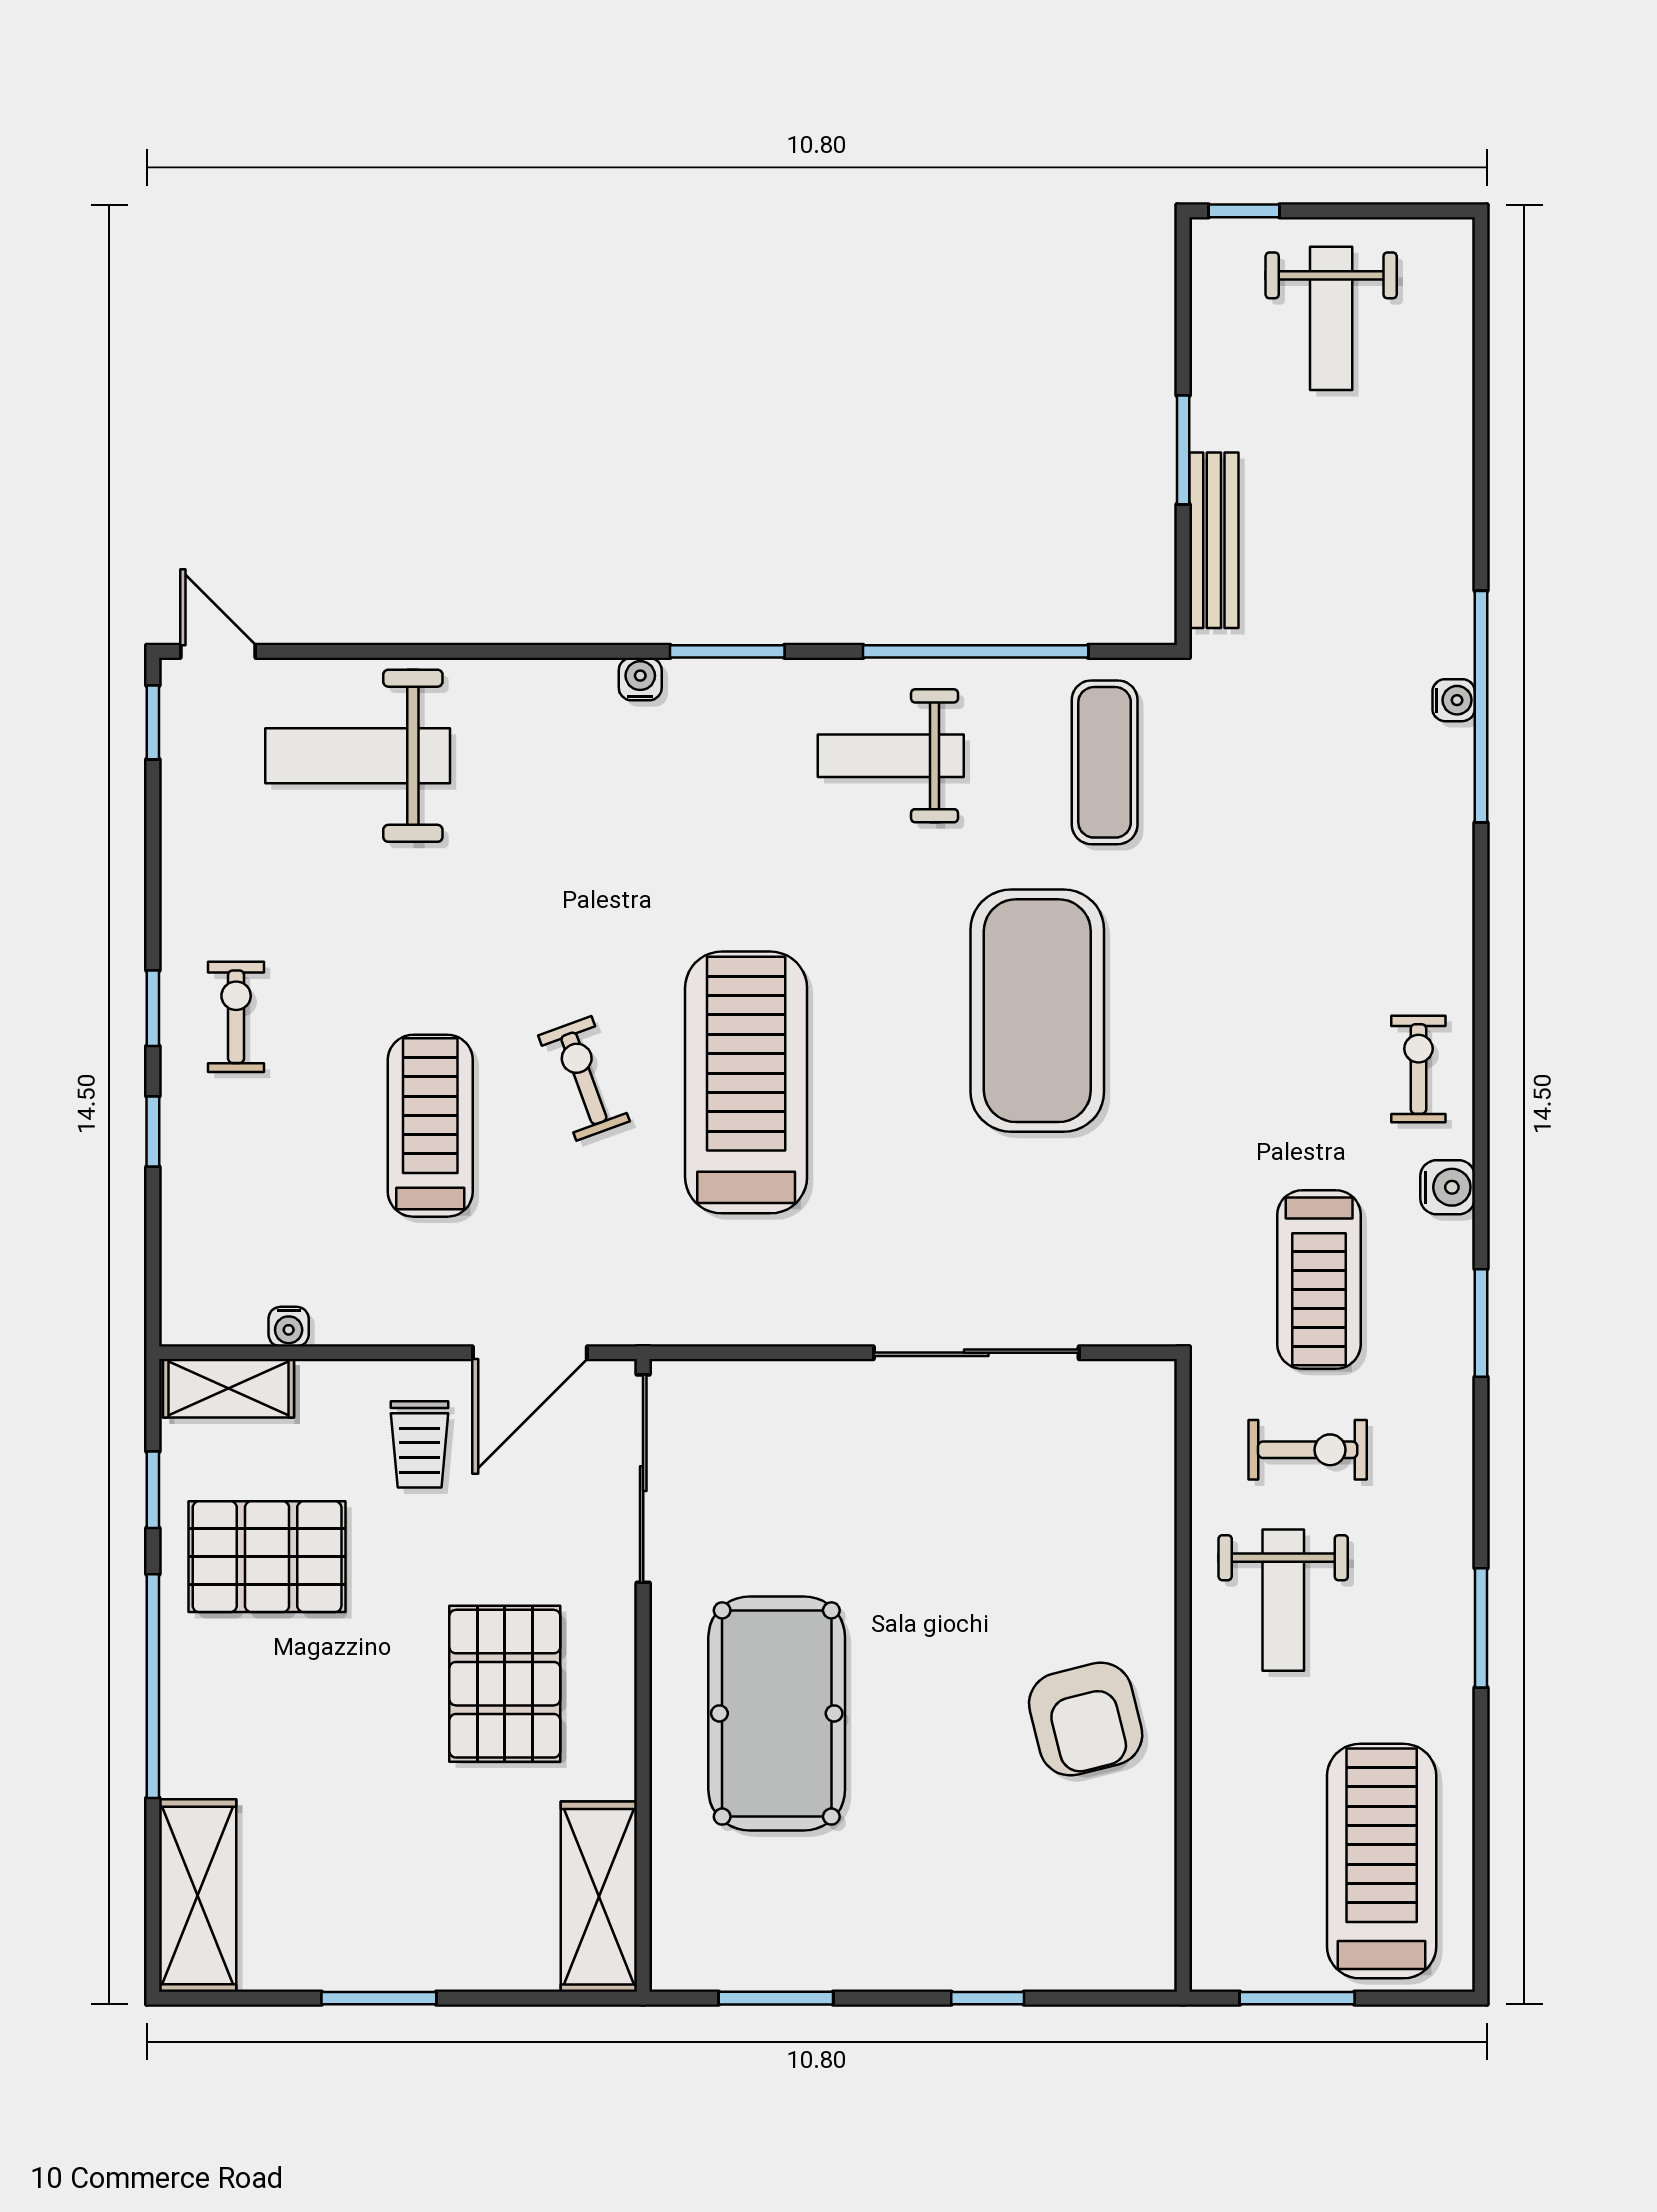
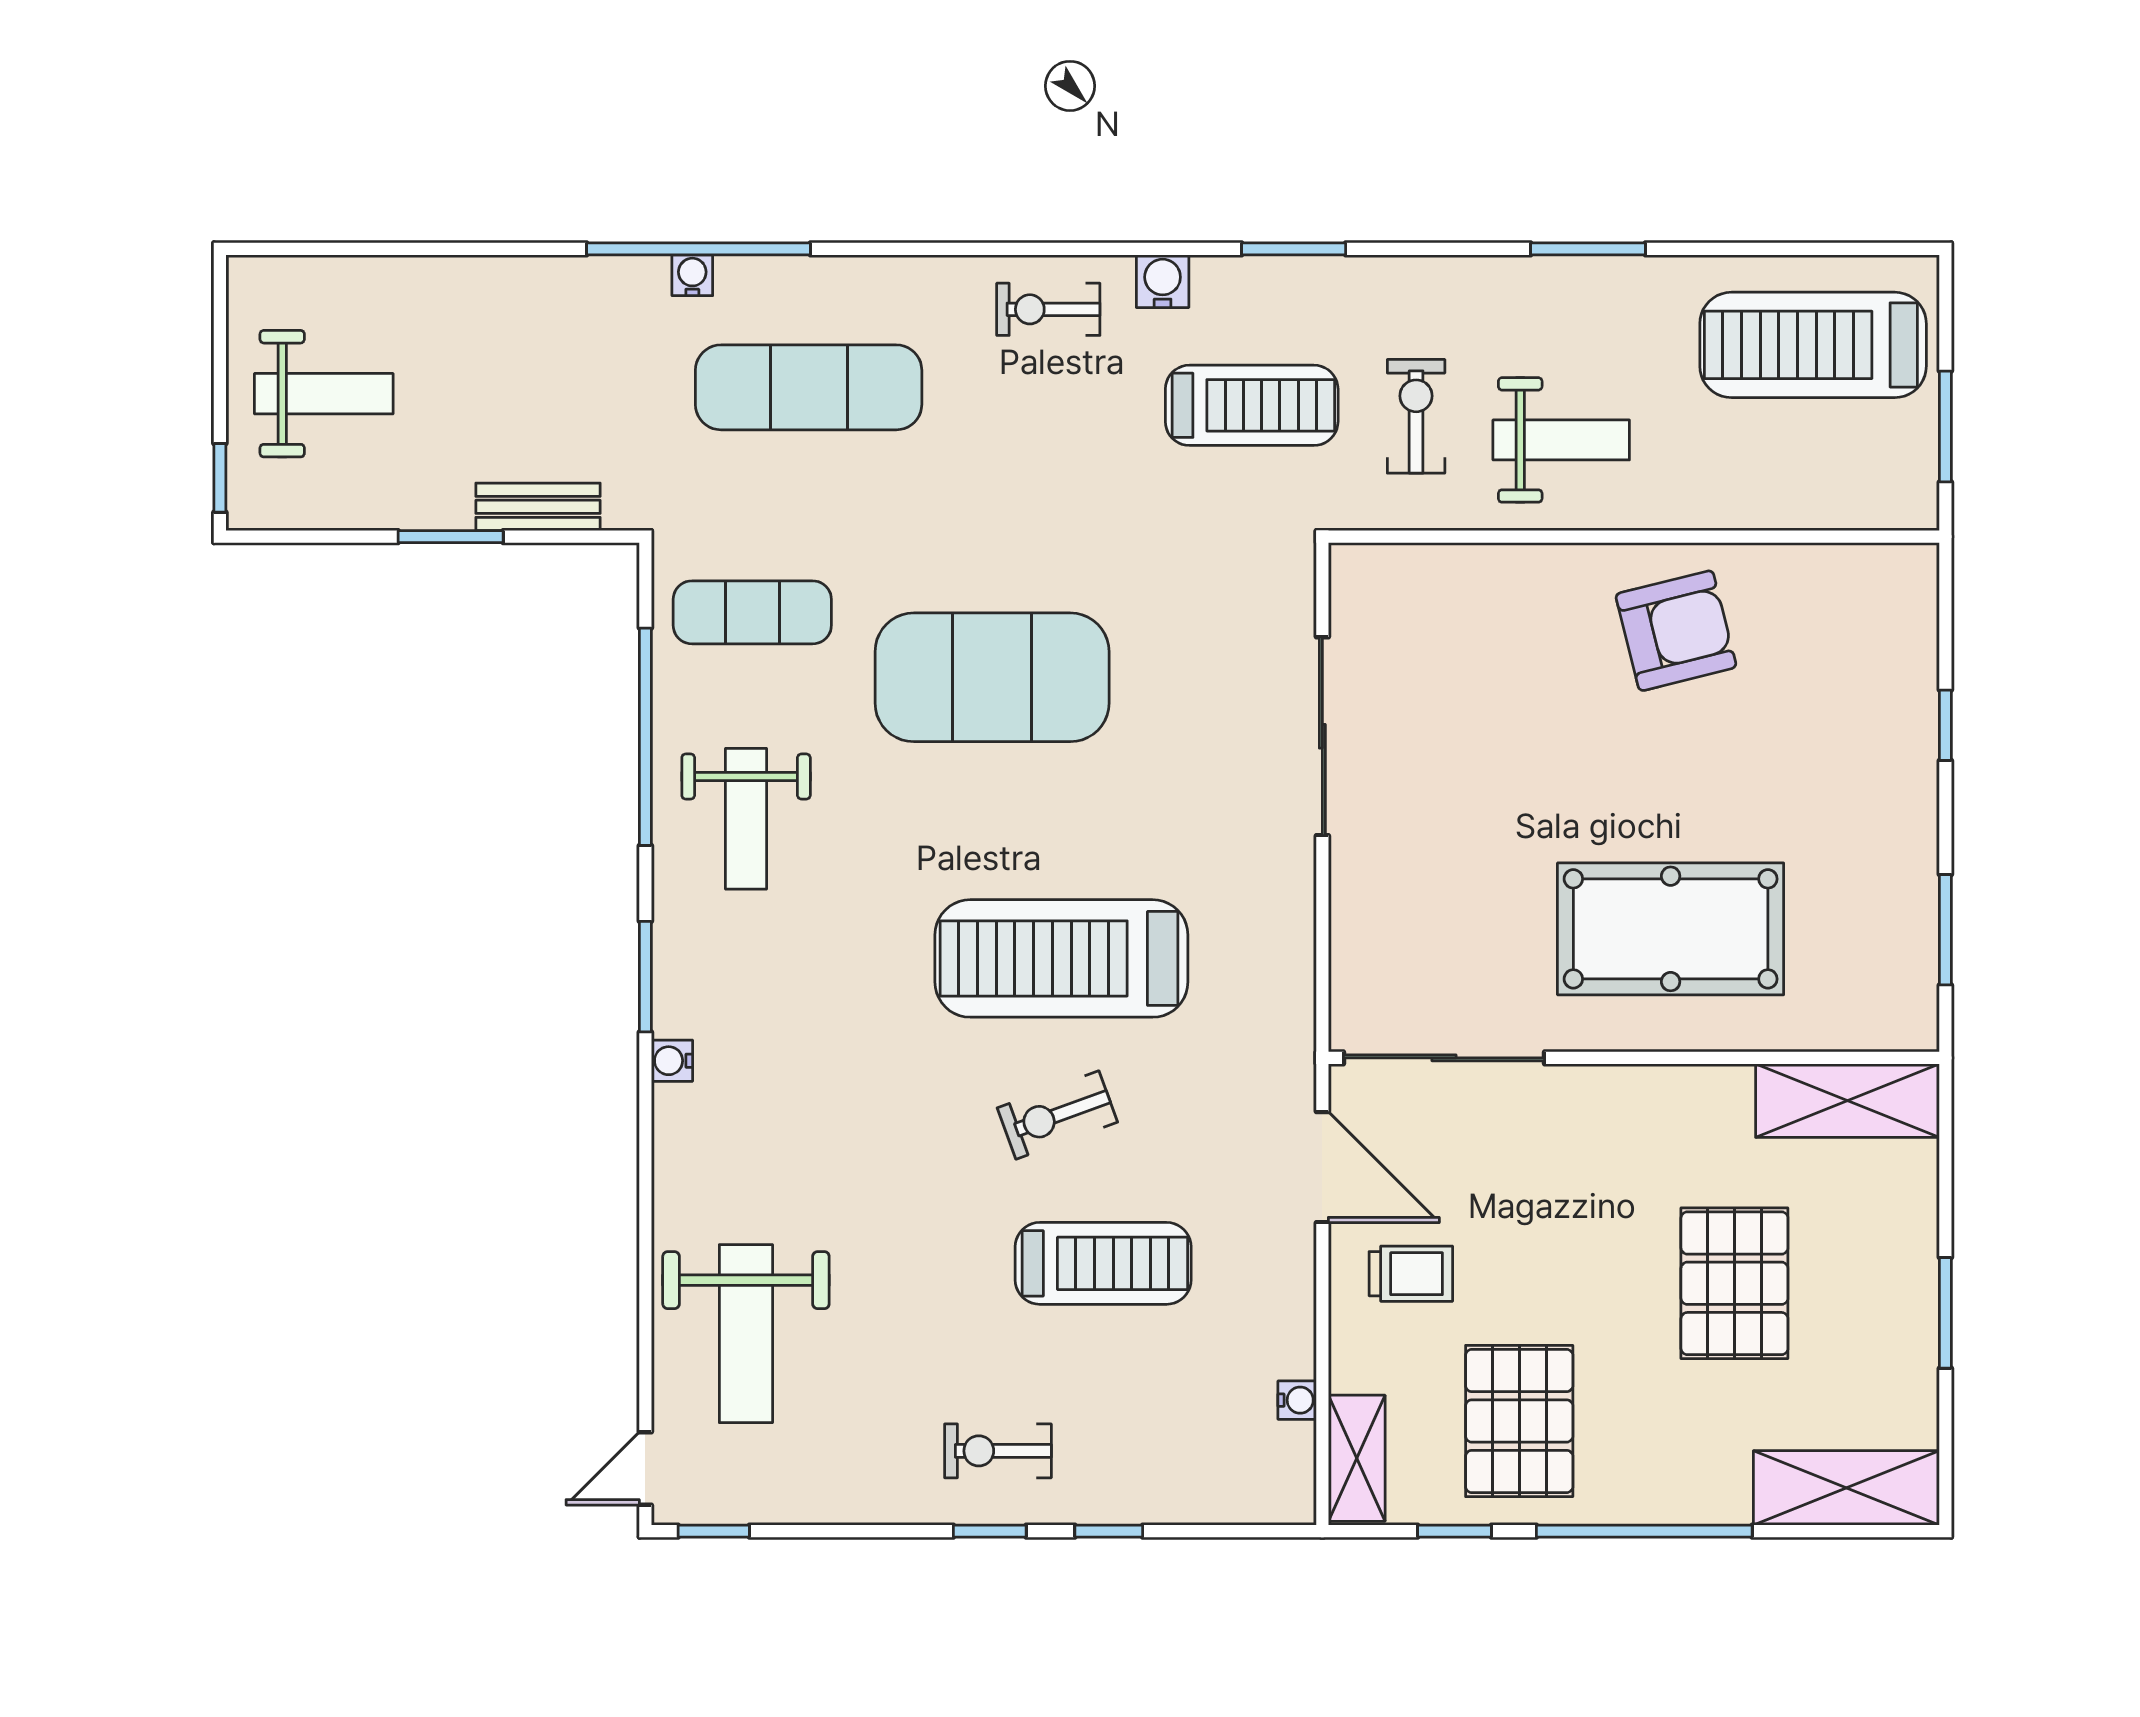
bench: (1214, 540) -> (538, 507), width x0.73
exercise mat: (1338, 821) -> (809, 387), added
treadmill: (430, 1126) -> (1103, 1263), turned 180
pallet: (505, 1684) -> (1734, 1283), moved, turned 90

